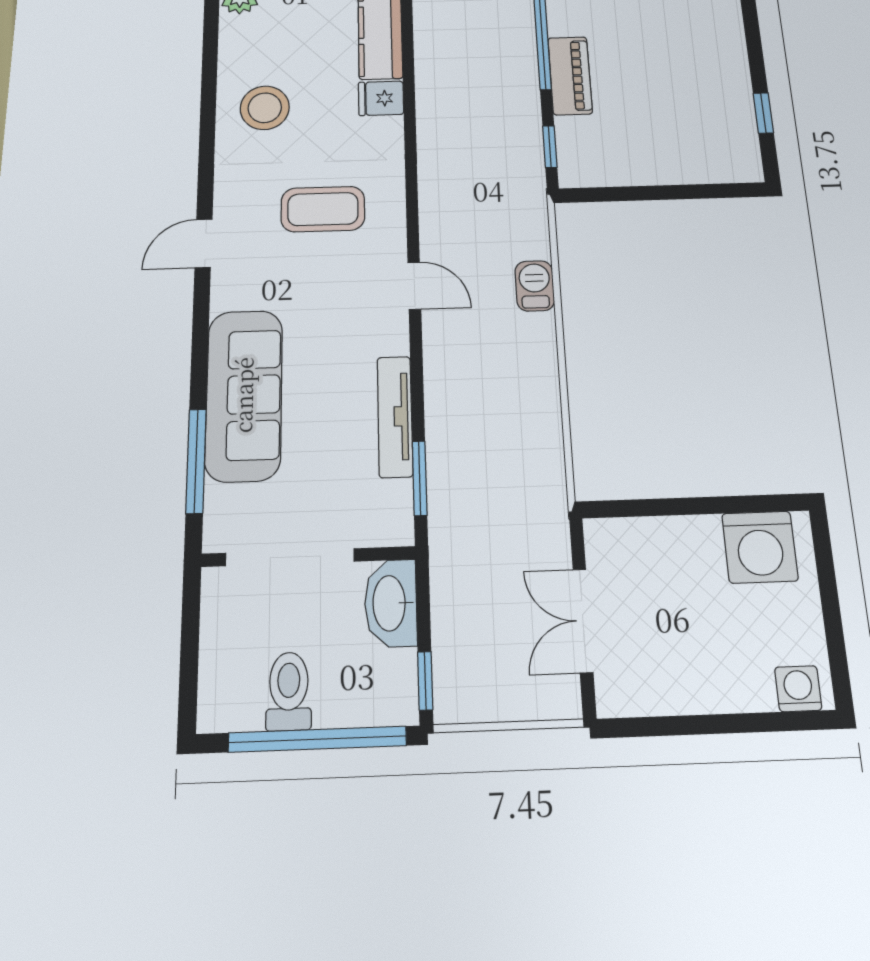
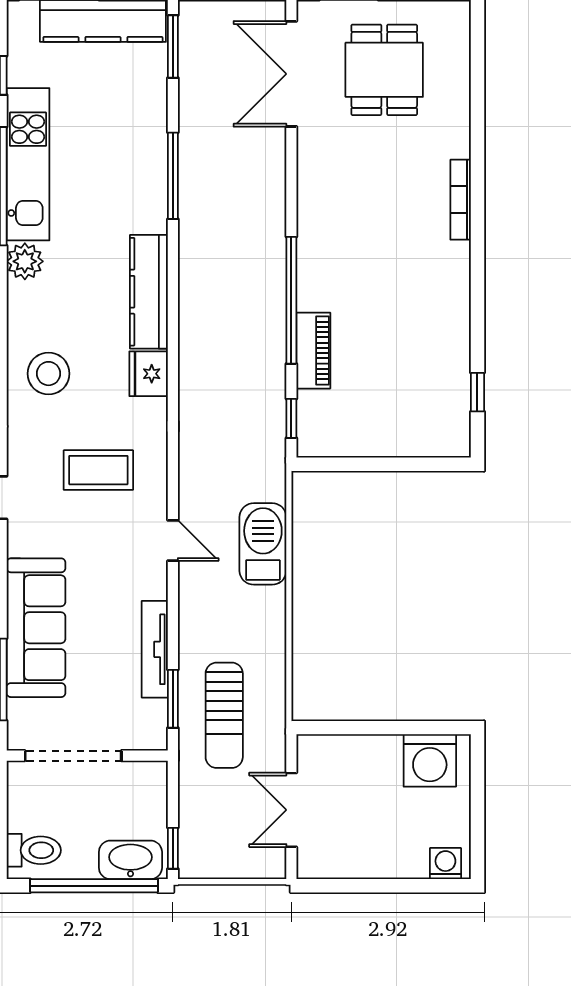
fridge: (381, 98) -> (149, 374), width x1.38
barbecue: (535, 286) -> (263, 544), width x1.88, depth x1.53
sun lounger: (487, 497) -> (224, 715), added
washbasin: (391, 603) -> (130, 860), moved, turned 90
toilet: (289, 691) -> (34, 850), moved, turned 90

